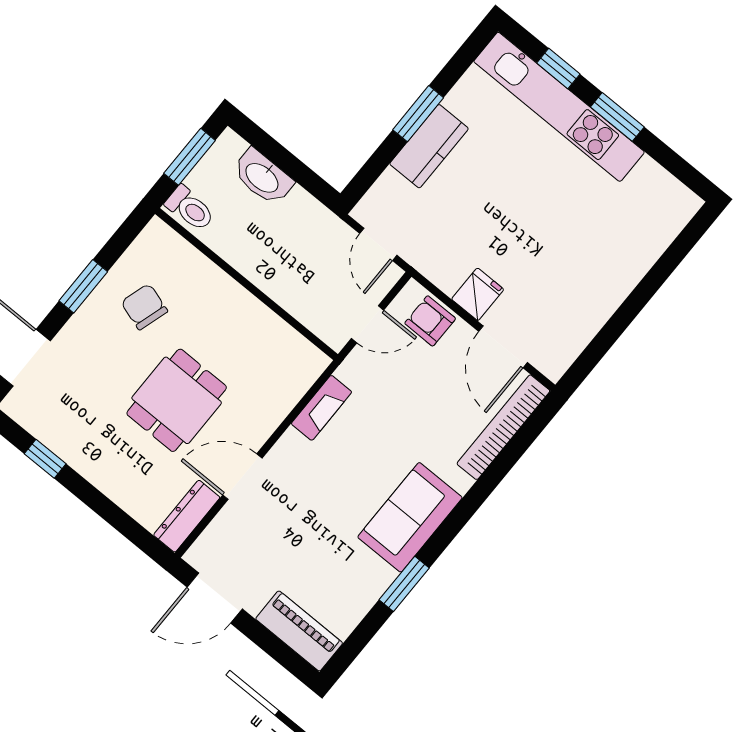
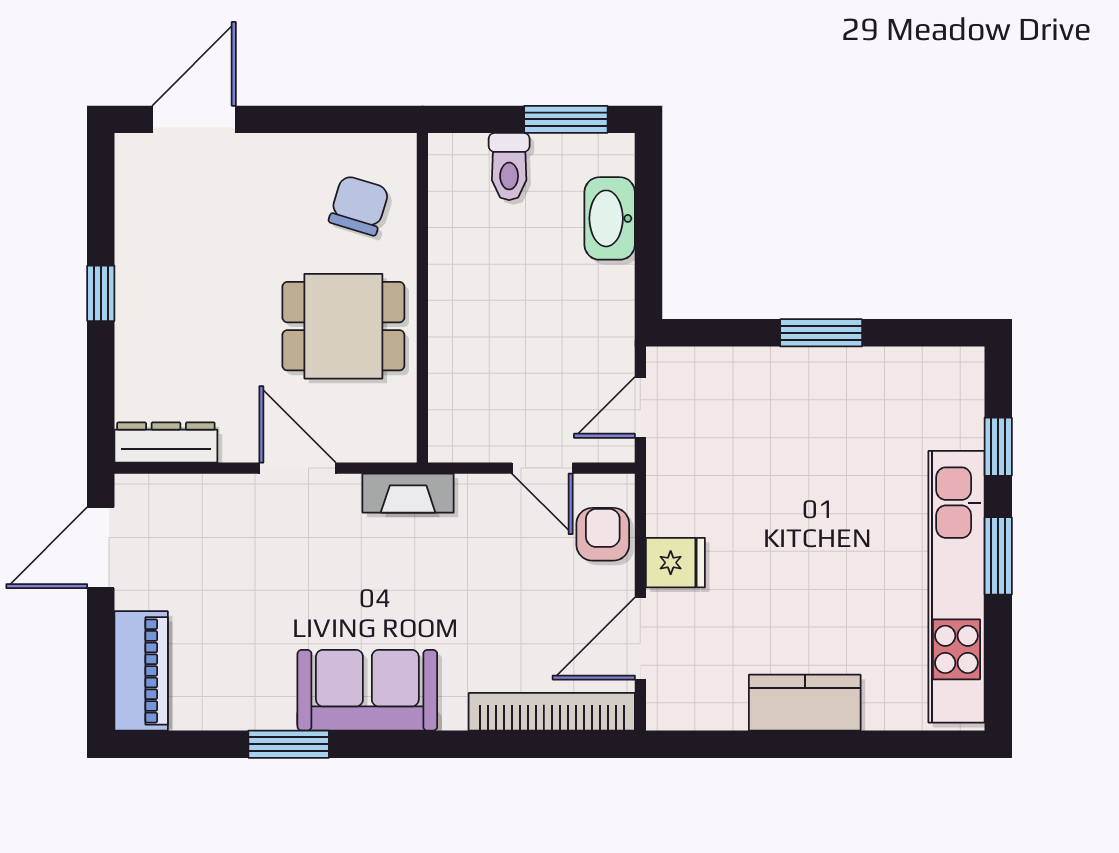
kitchen unit: (559, 107) -> (956, 587), moved
kitchen counter: (429, 146) -> (805, 703), moved, turned 180
wall: (247, 284) -> (422, 298), moved
window: (83, 286) -> (326, 119), removed
dining table: (177, 400) -> (343, 326), moved
window: (45, 459) -> (101, 293), moved
door: (242, 477) -> (298, 468), moved
door: (215, 598) -> (101, 548), hinge flipped

